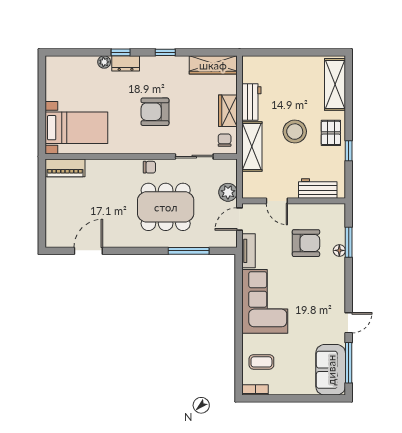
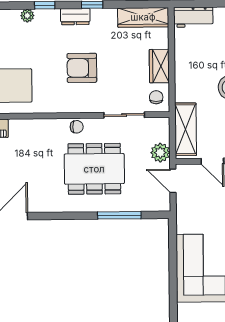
dresser: (126, 63) -> (75, 17), moved
workbench: (251, 102) -> (193, 17), moved, turned 90
shelving: (252, 147) -> (186, 129), moved
door: (240, 219) -> (173, 181), hinge flipped
tv unit: (249, 251) -> (183, 215), removed

